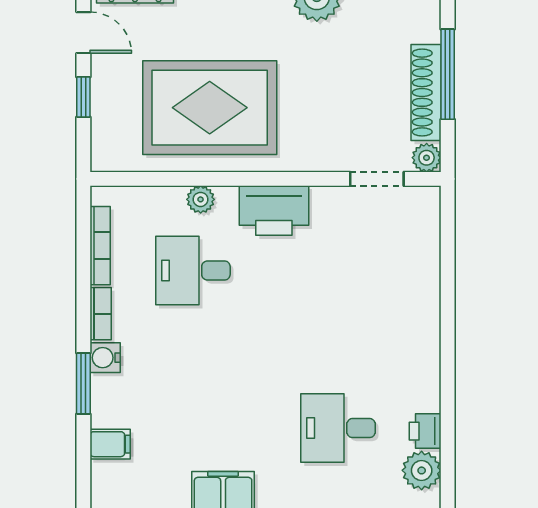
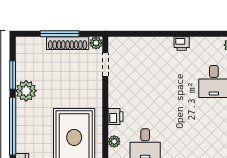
printer: (274, 211) -> (116, 116), width x0.53, depth x0.68
printer: (425, 431) -> (182, 44), moved

